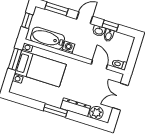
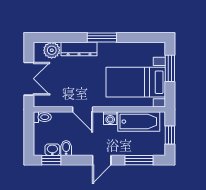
window: (110, 26) -> (51, 160), moved
washbasin: (99, 31) -> (52, 150), moved
window: (15, 59) -> (170, 68), moved
door: (99, 65) -> (83, 109), moved

